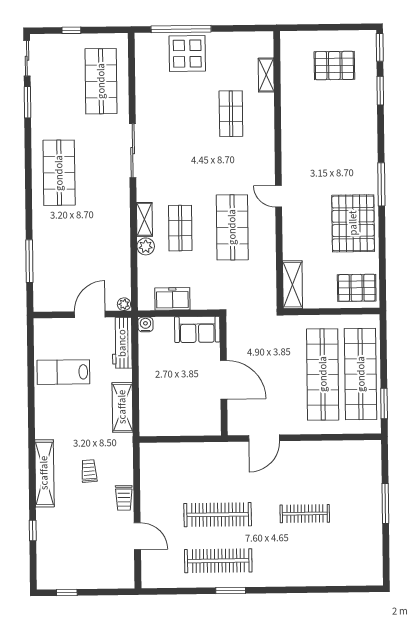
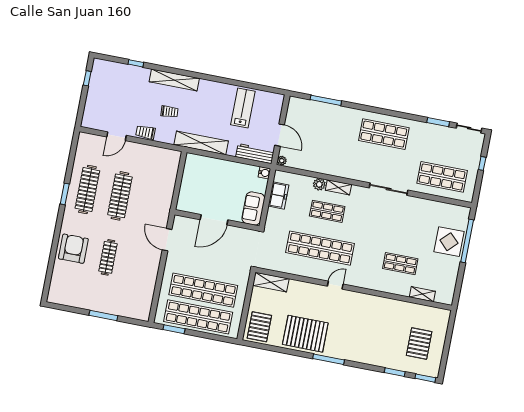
shop shelf: (232, 227) -> (320, 248), width x1.40
shelving: (122, 407) -> (201, 143), width x1.47
armchair: (303, 563) -> (73, 249), added

